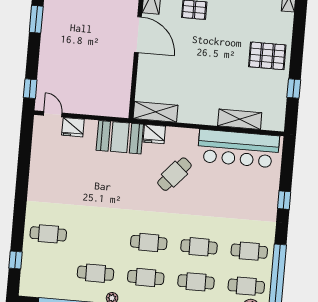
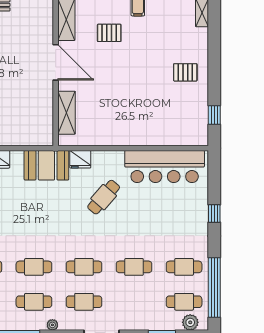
pallet: (267, 56) -> (185, 72), width x0.67, depth x0.71
window: (294, 89) -> (214, 115), moved
shelving: (155, 112) -> (67, 113), moved, turned 90
shelving: (240, 119) -> (163, 137), removed
cafe table: (196, 282) -> (34, 267), moved

